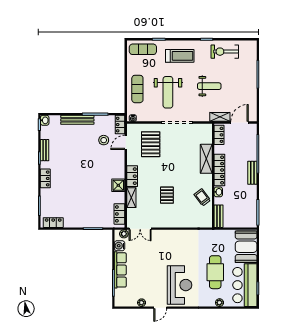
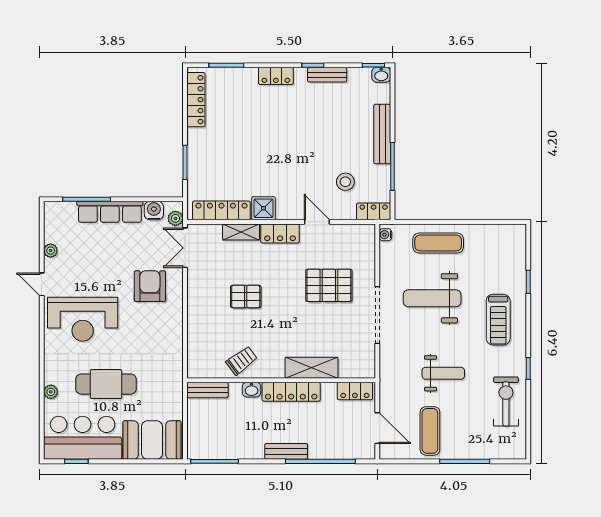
exercise mat: (143, 49) -> (430, 431), moved
weight bench: (209, 86) -> (443, 373), turned -90
shelving: (220, 117) -> (387, 392), removed
door: (126, 142) -> (317, 222), moved
pallet: (151, 144) -> (329, 285), moved
locker: (119, 214) -> (221, 210), width x1.53
locker: (53, 223) -> (196, 100), width x1.53
armchair: (161, 248) -> (150, 286), added

